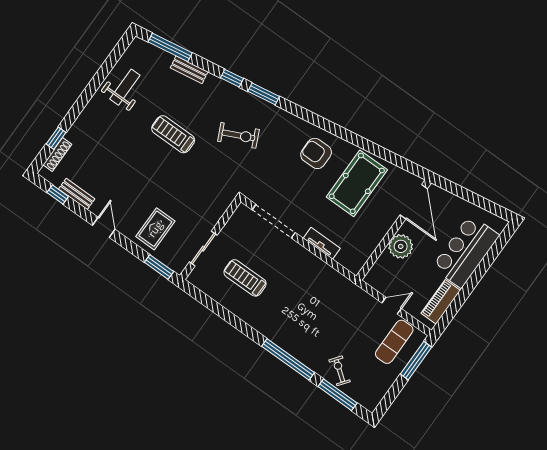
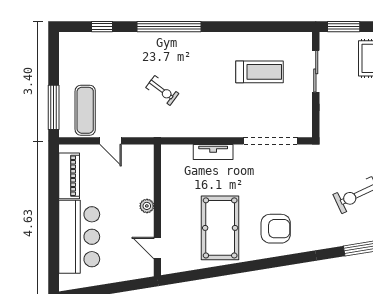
door: (414, 202) -> (157, 248), width x0.53
plant: (401, 246) -> (147, 206), width x0.53, depth x0.53
door: (392, 306) -> (111, 141), hinge flipped
exercise bike: (340, 371) -> (162, 91), moved
window: (338, 395) -> (102, 27), width x0.46

